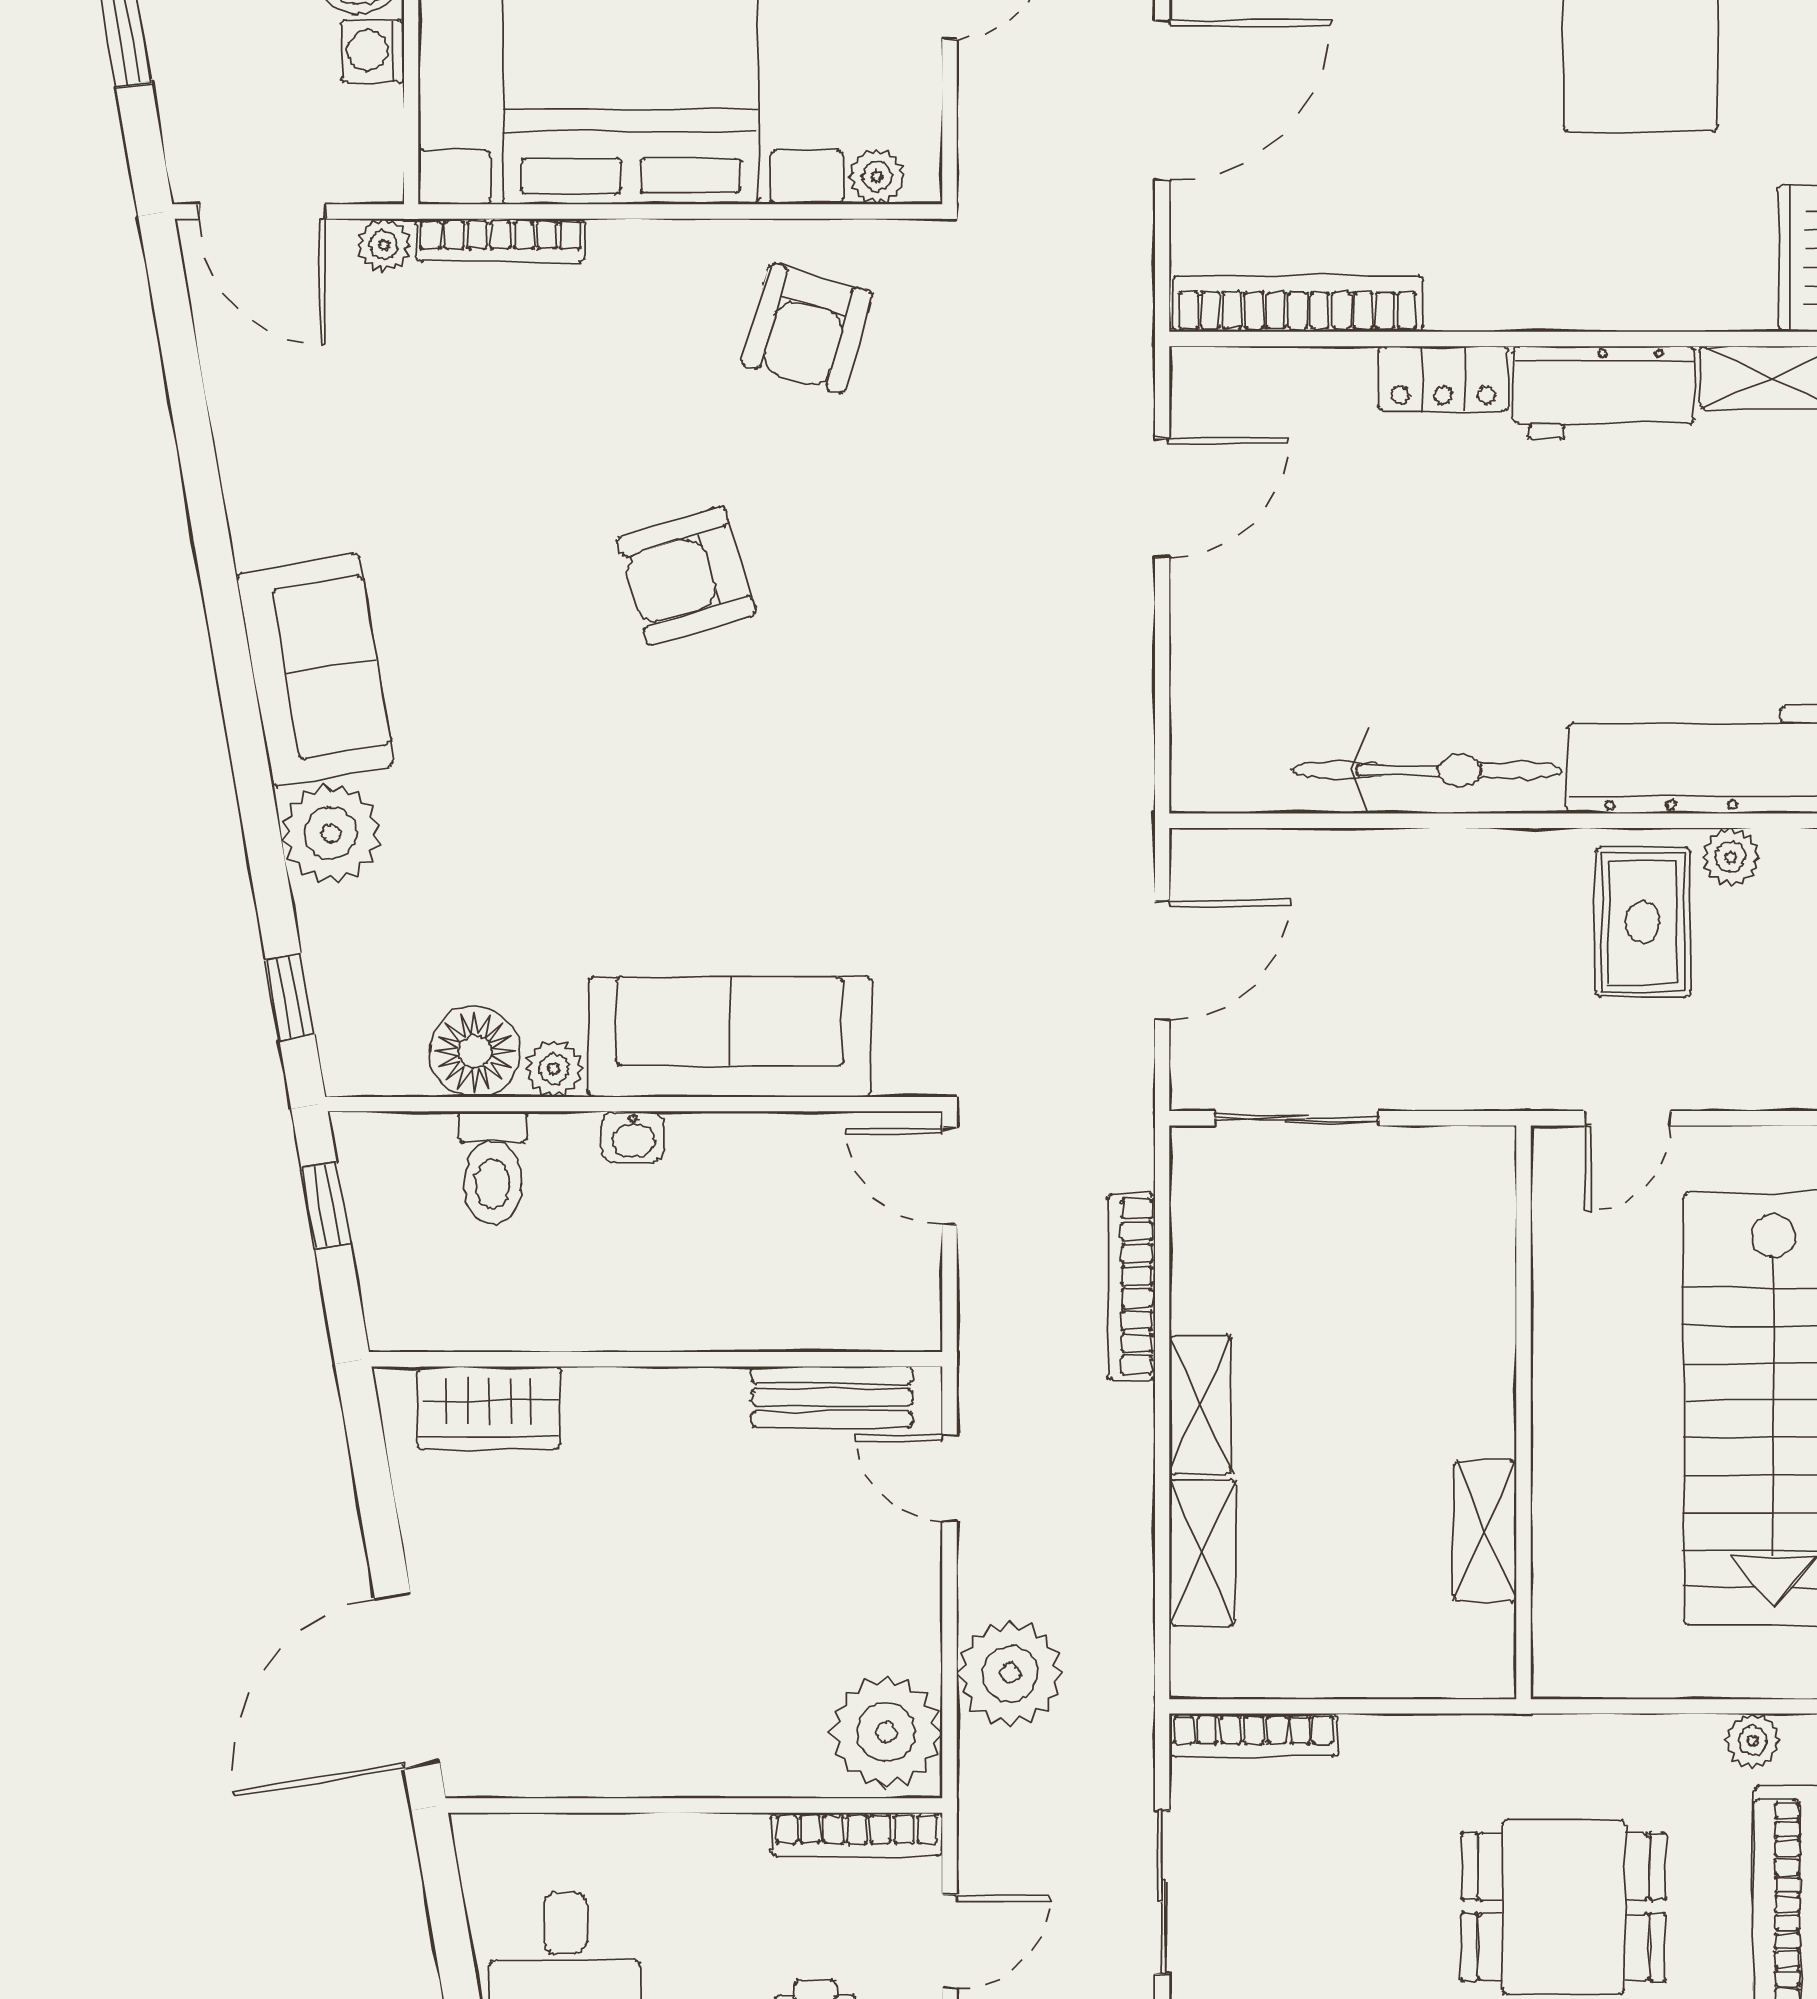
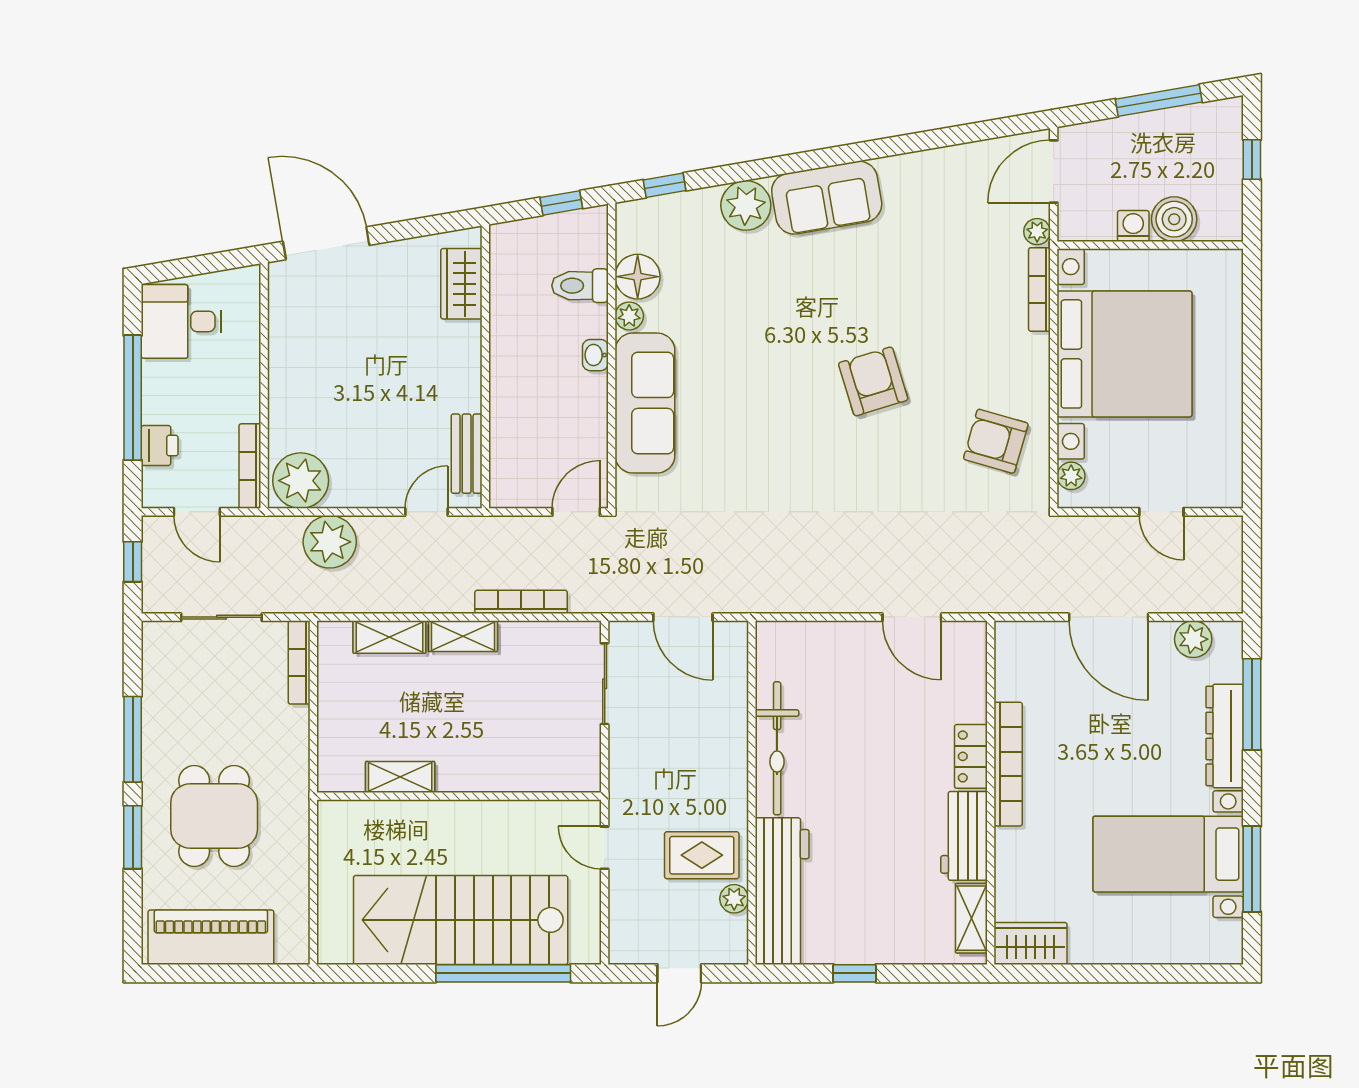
bookcase: (1298, 304) -> (1008, 764), moved
plant: (1753, 1741) -> (296, 910), removed

